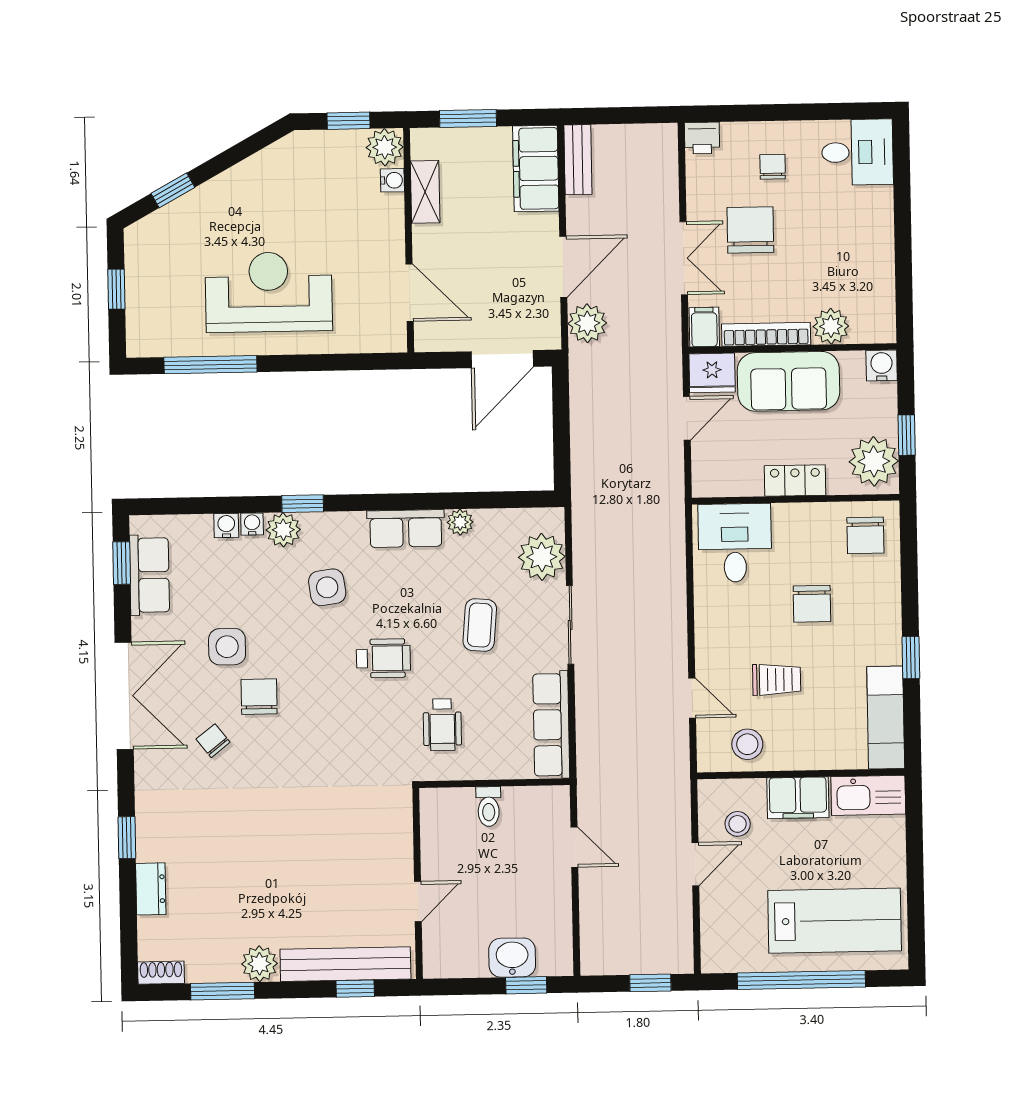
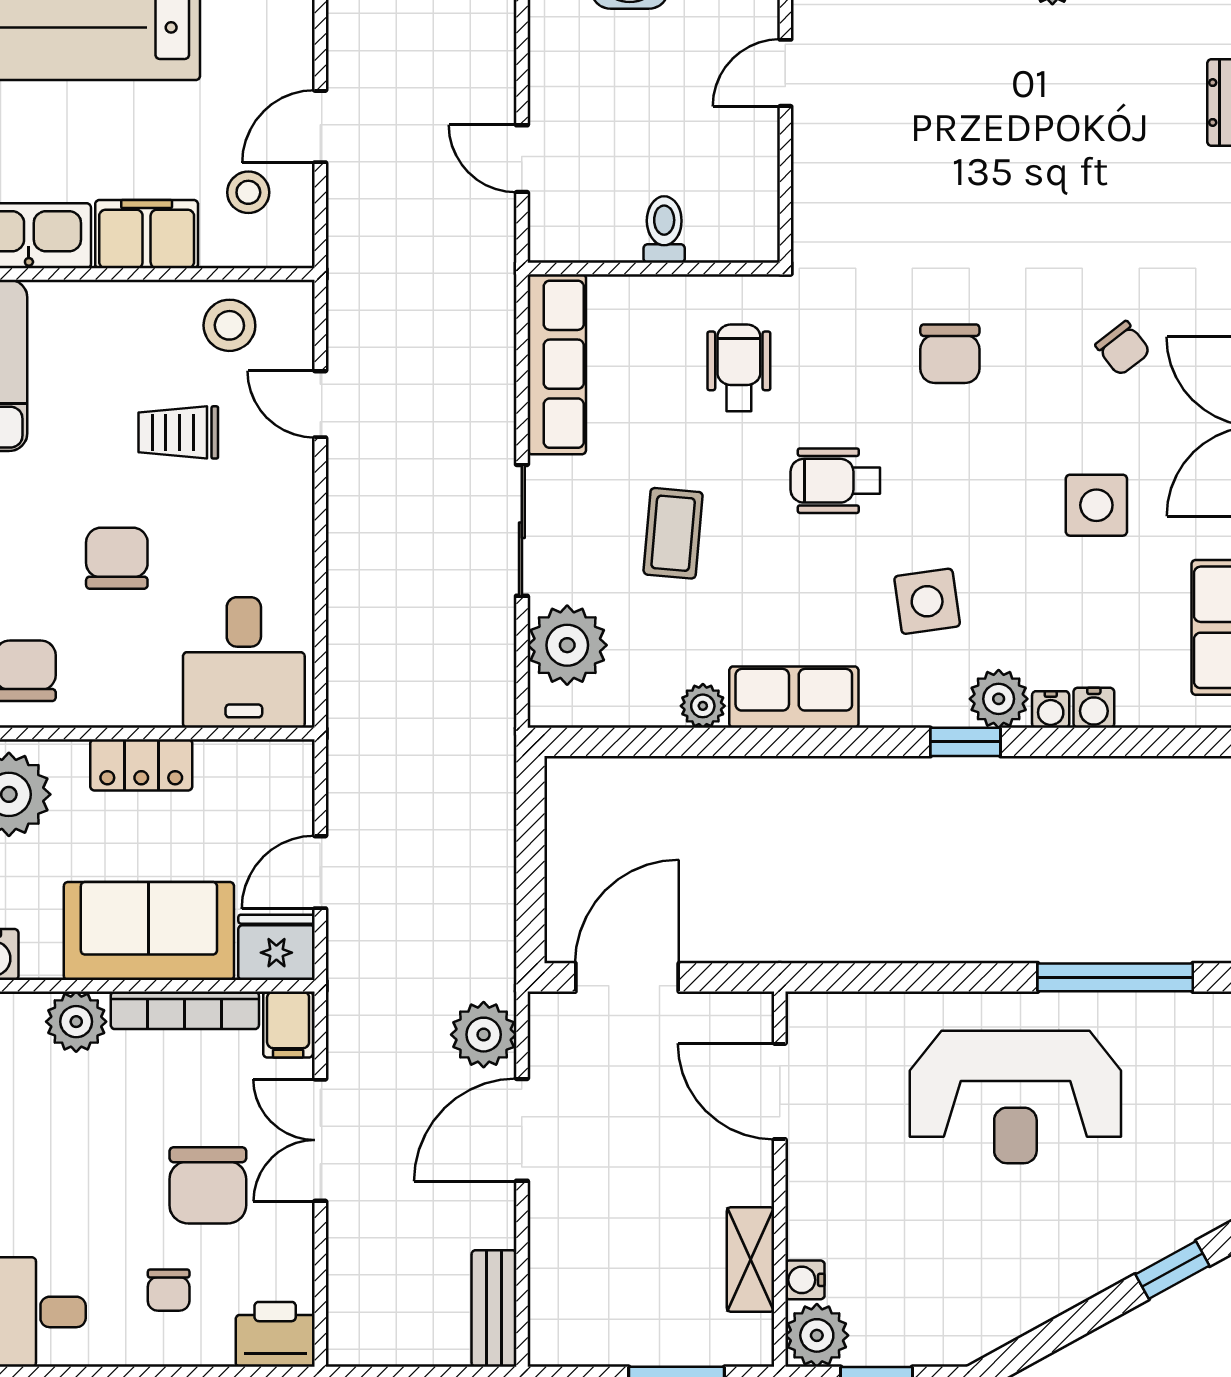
printer: (702, 138) -> (275, 1334), width x1.36, depth x1.24
filing cabinet: (536, 169) -> (565, 1295), removed
chair: (259, 697) -> (950, 354), moved

